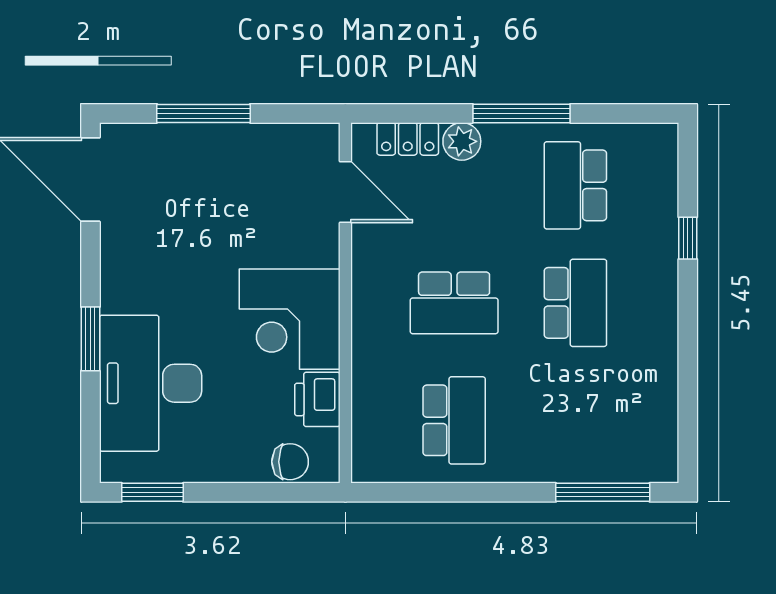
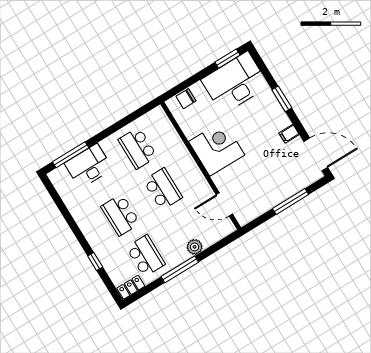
locker: (408, 139) -> (131, 287), moved
filing cabinet: (120, 257) -> (289, 134), added
school desk: (454, 303) -> (163, 189), turned 90
desk: (151, 383) -> (235, 83), moved, turned -90
printer: (317, 399) -> (190, 126), removed
desk: (580, 446) -> (89, 166), added

